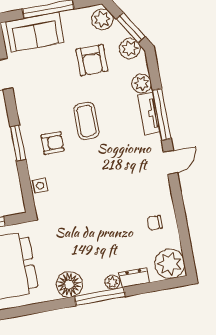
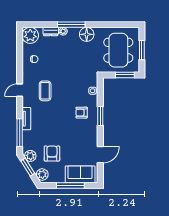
plant: (142, 83) -> (27, 136), removed
window: (162, 114) -> (20, 133), moved
coffee table: (86, 121) -> (45, 91), moved

